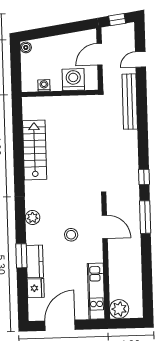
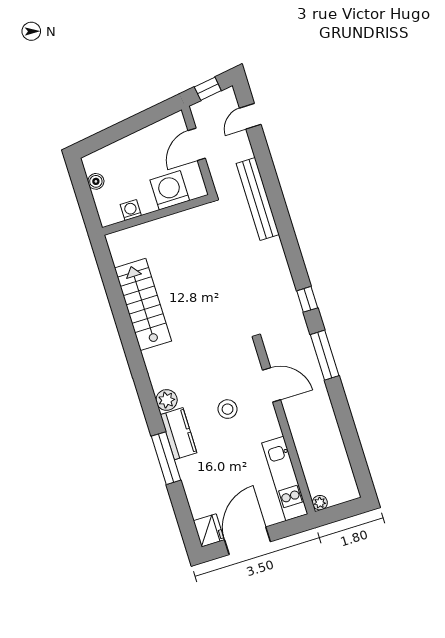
boiler: (26, 47) -> (96, 181), moved
door: (140, 59) -> (250, 116), moved
window: (21, 256) -> (166, 458), width x1.44
kitchen counter: (35, 261) -> (179, 434), moved
fridge: (36, 288) -> (209, 530), moved
plant: (119, 309) -> (320, 503), width x0.53, depth x0.53

